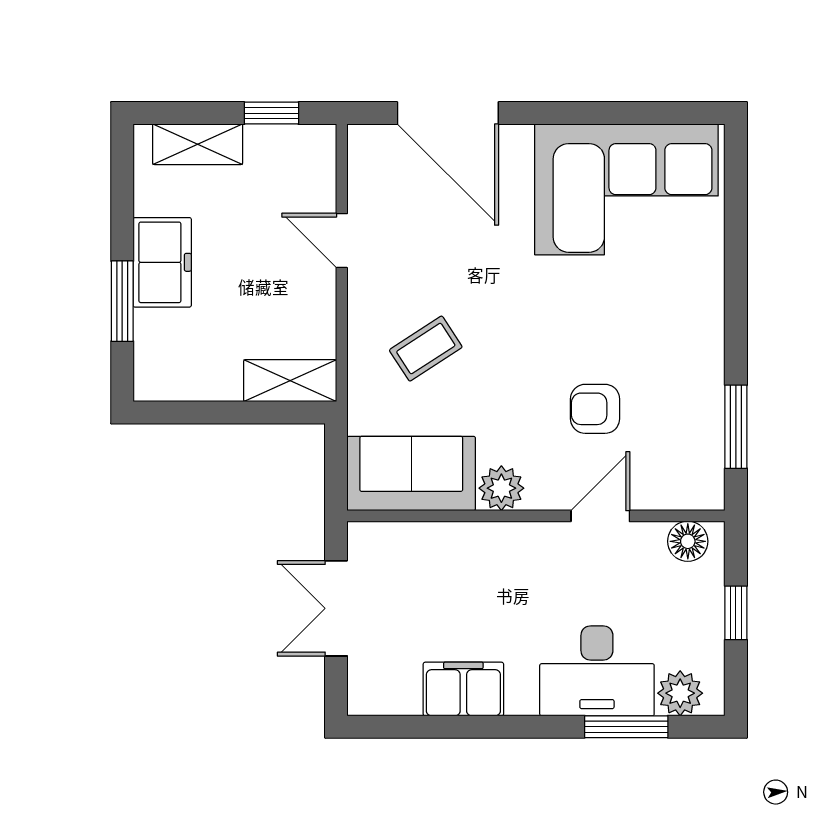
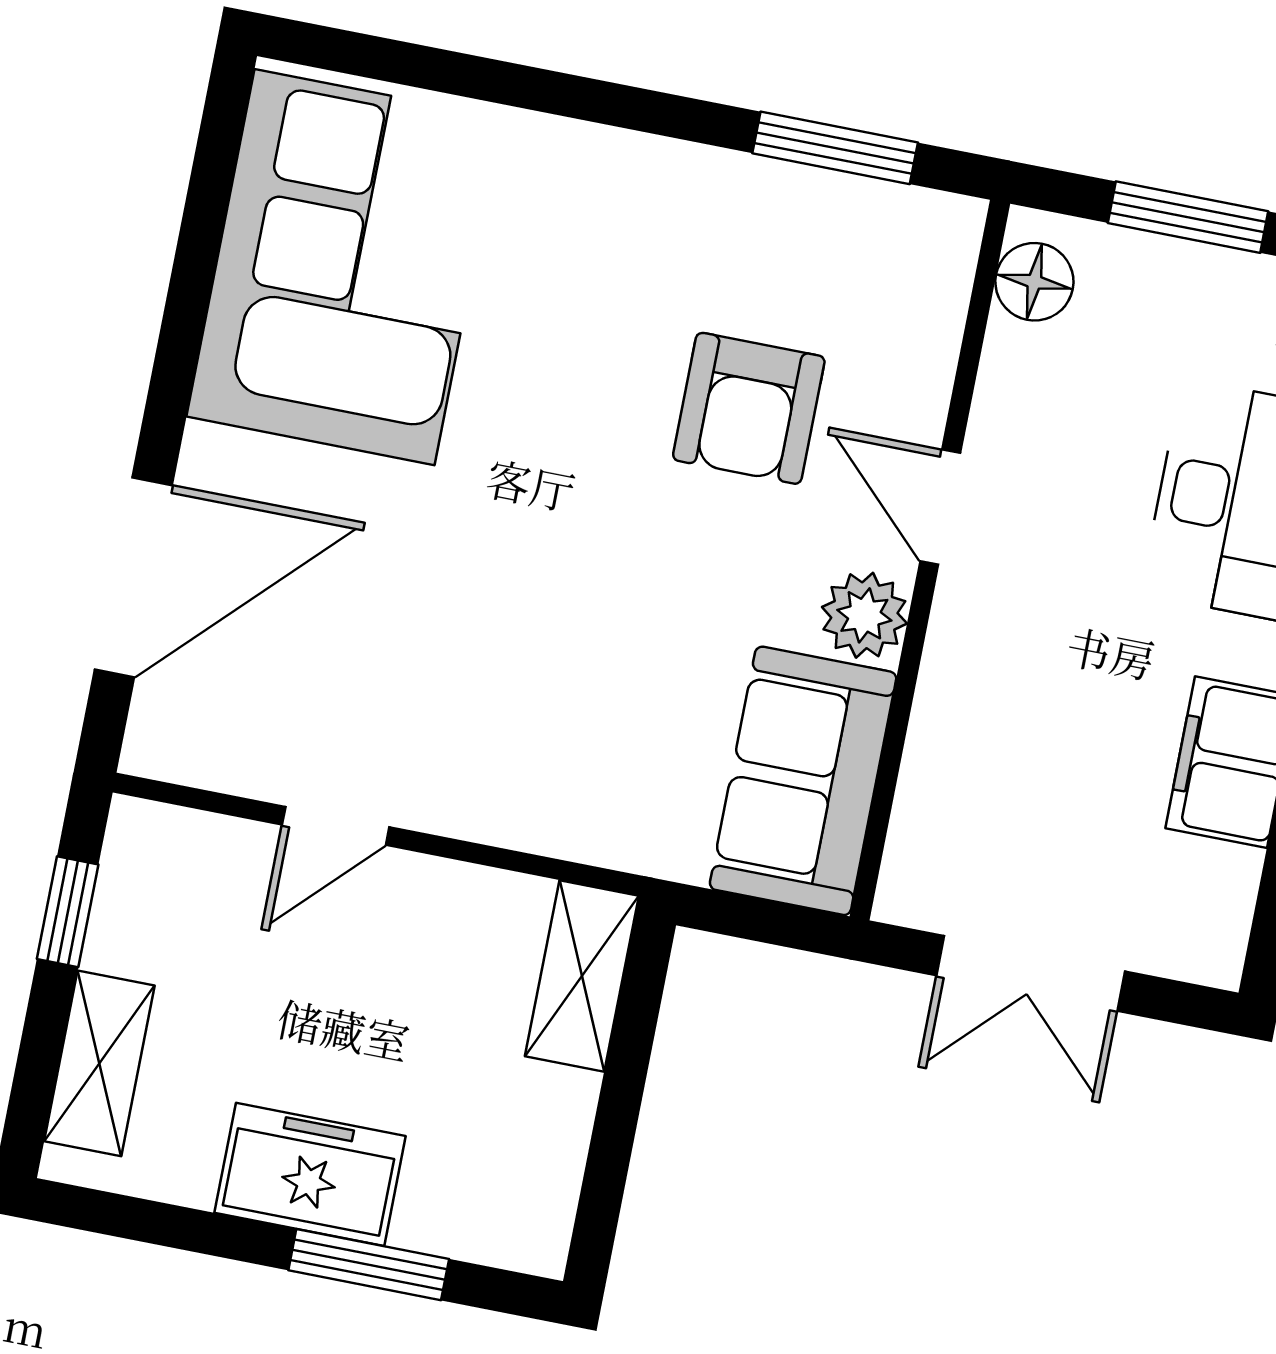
coffee table: (426, 349) -> (572, 707), removed
armchair: (595, 409) -> (749, 408), width x1.38, depth x1.38
door: (600, 516) -> (940, 507), moved
window: (736, 613) -> (1188, 217), width x1.50

